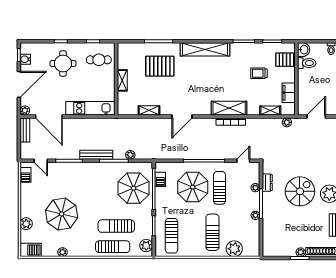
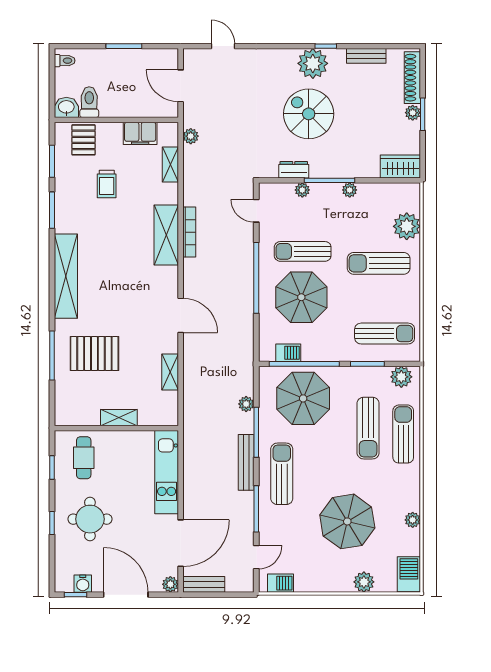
pallet: (160, 66) -> (94, 354), turned 90
sun lounger: (89, 176) -> (282, 474), added
wardrobe: (269, 245) -> (400, 167), added

